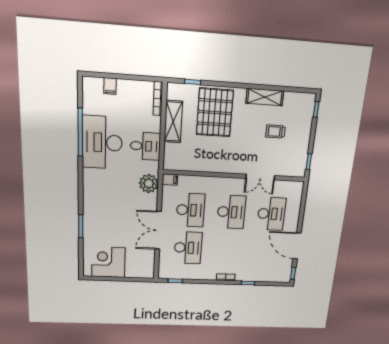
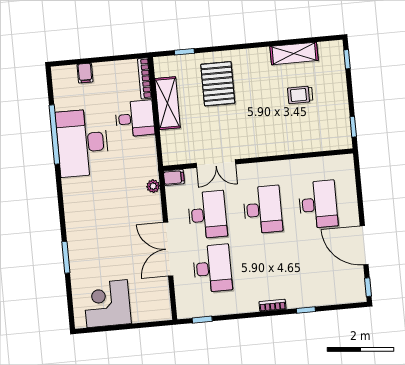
shelving: (265, 97) -> (294, 53), moved
pallet: (215, 112) -> (218, 84), width x0.73, depth x0.71
desk: (145, 146) -> (135, 119), moved
double door: (260, 177) -> (216, 164), moved
plant: (149, 183) -> (153, 186), width x0.53, depth x0.53

